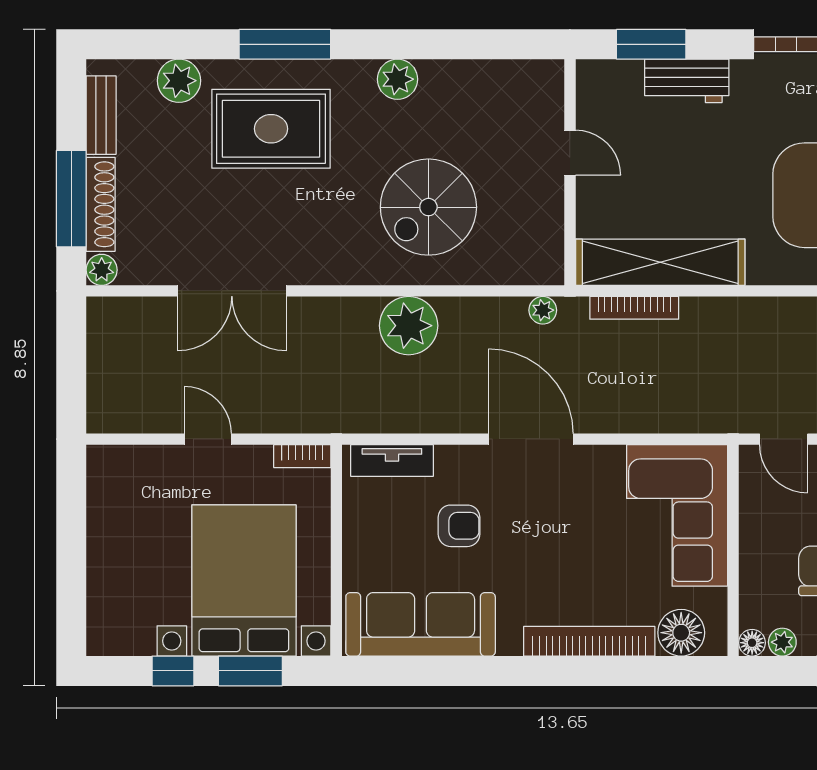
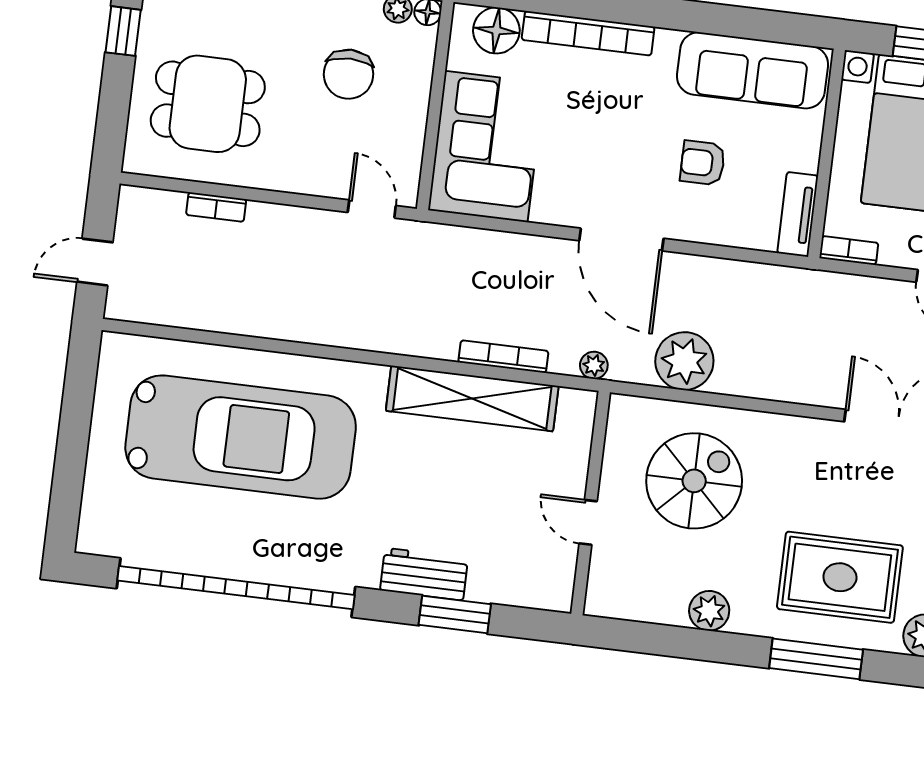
door: (570, 153) -> (588, 522), moved
wall: (570, 172) -> (591, 503), moved
plant: (409, 326) -> (684, 361), moved
tv unit: (392, 461) -> (798, 214), moved, turned -90

